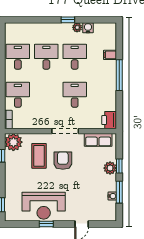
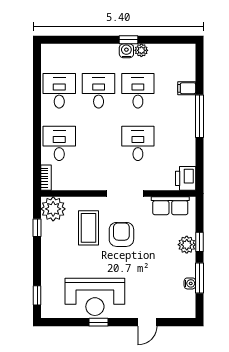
water cooler: (88, 28) -> (126, 51), moved

